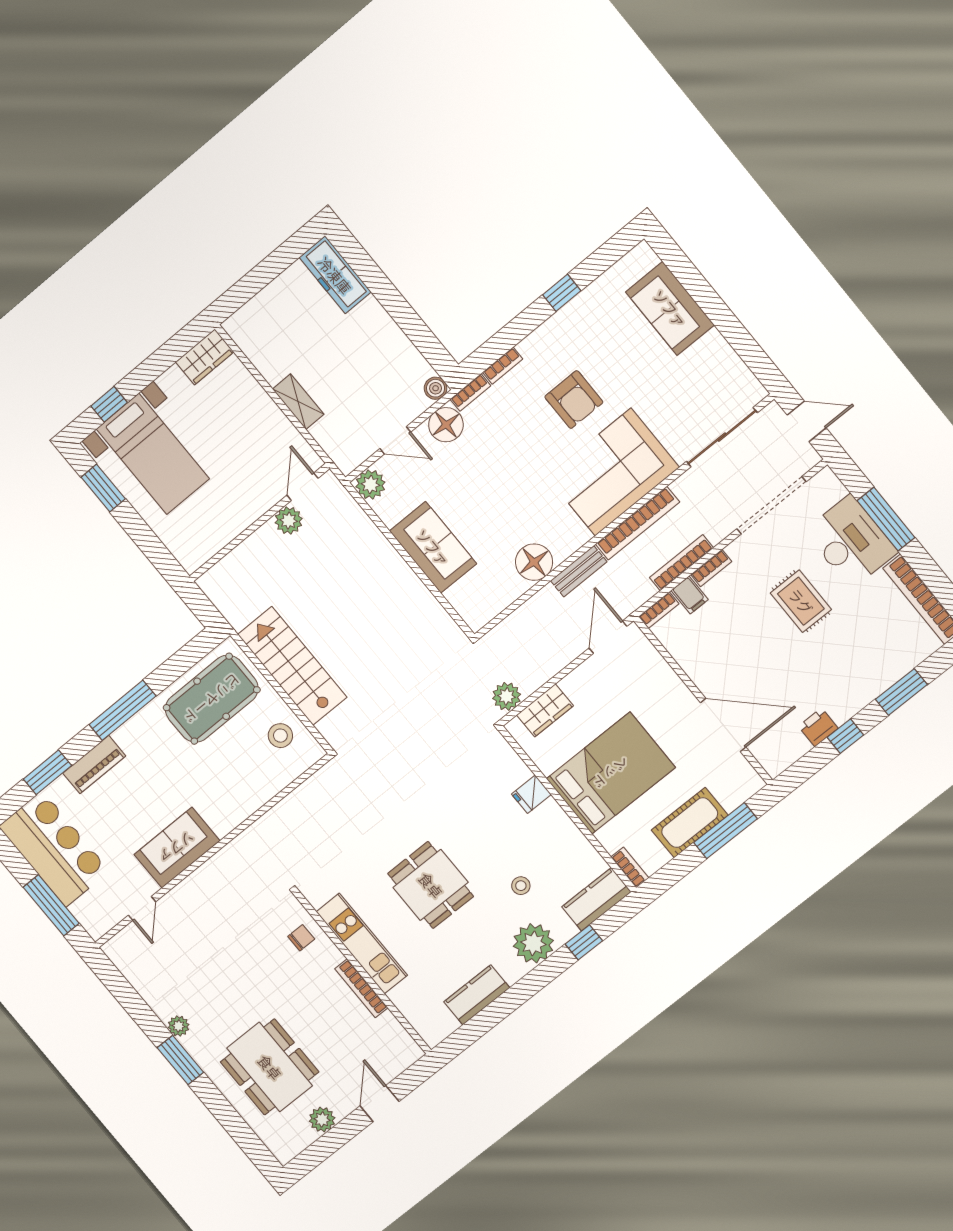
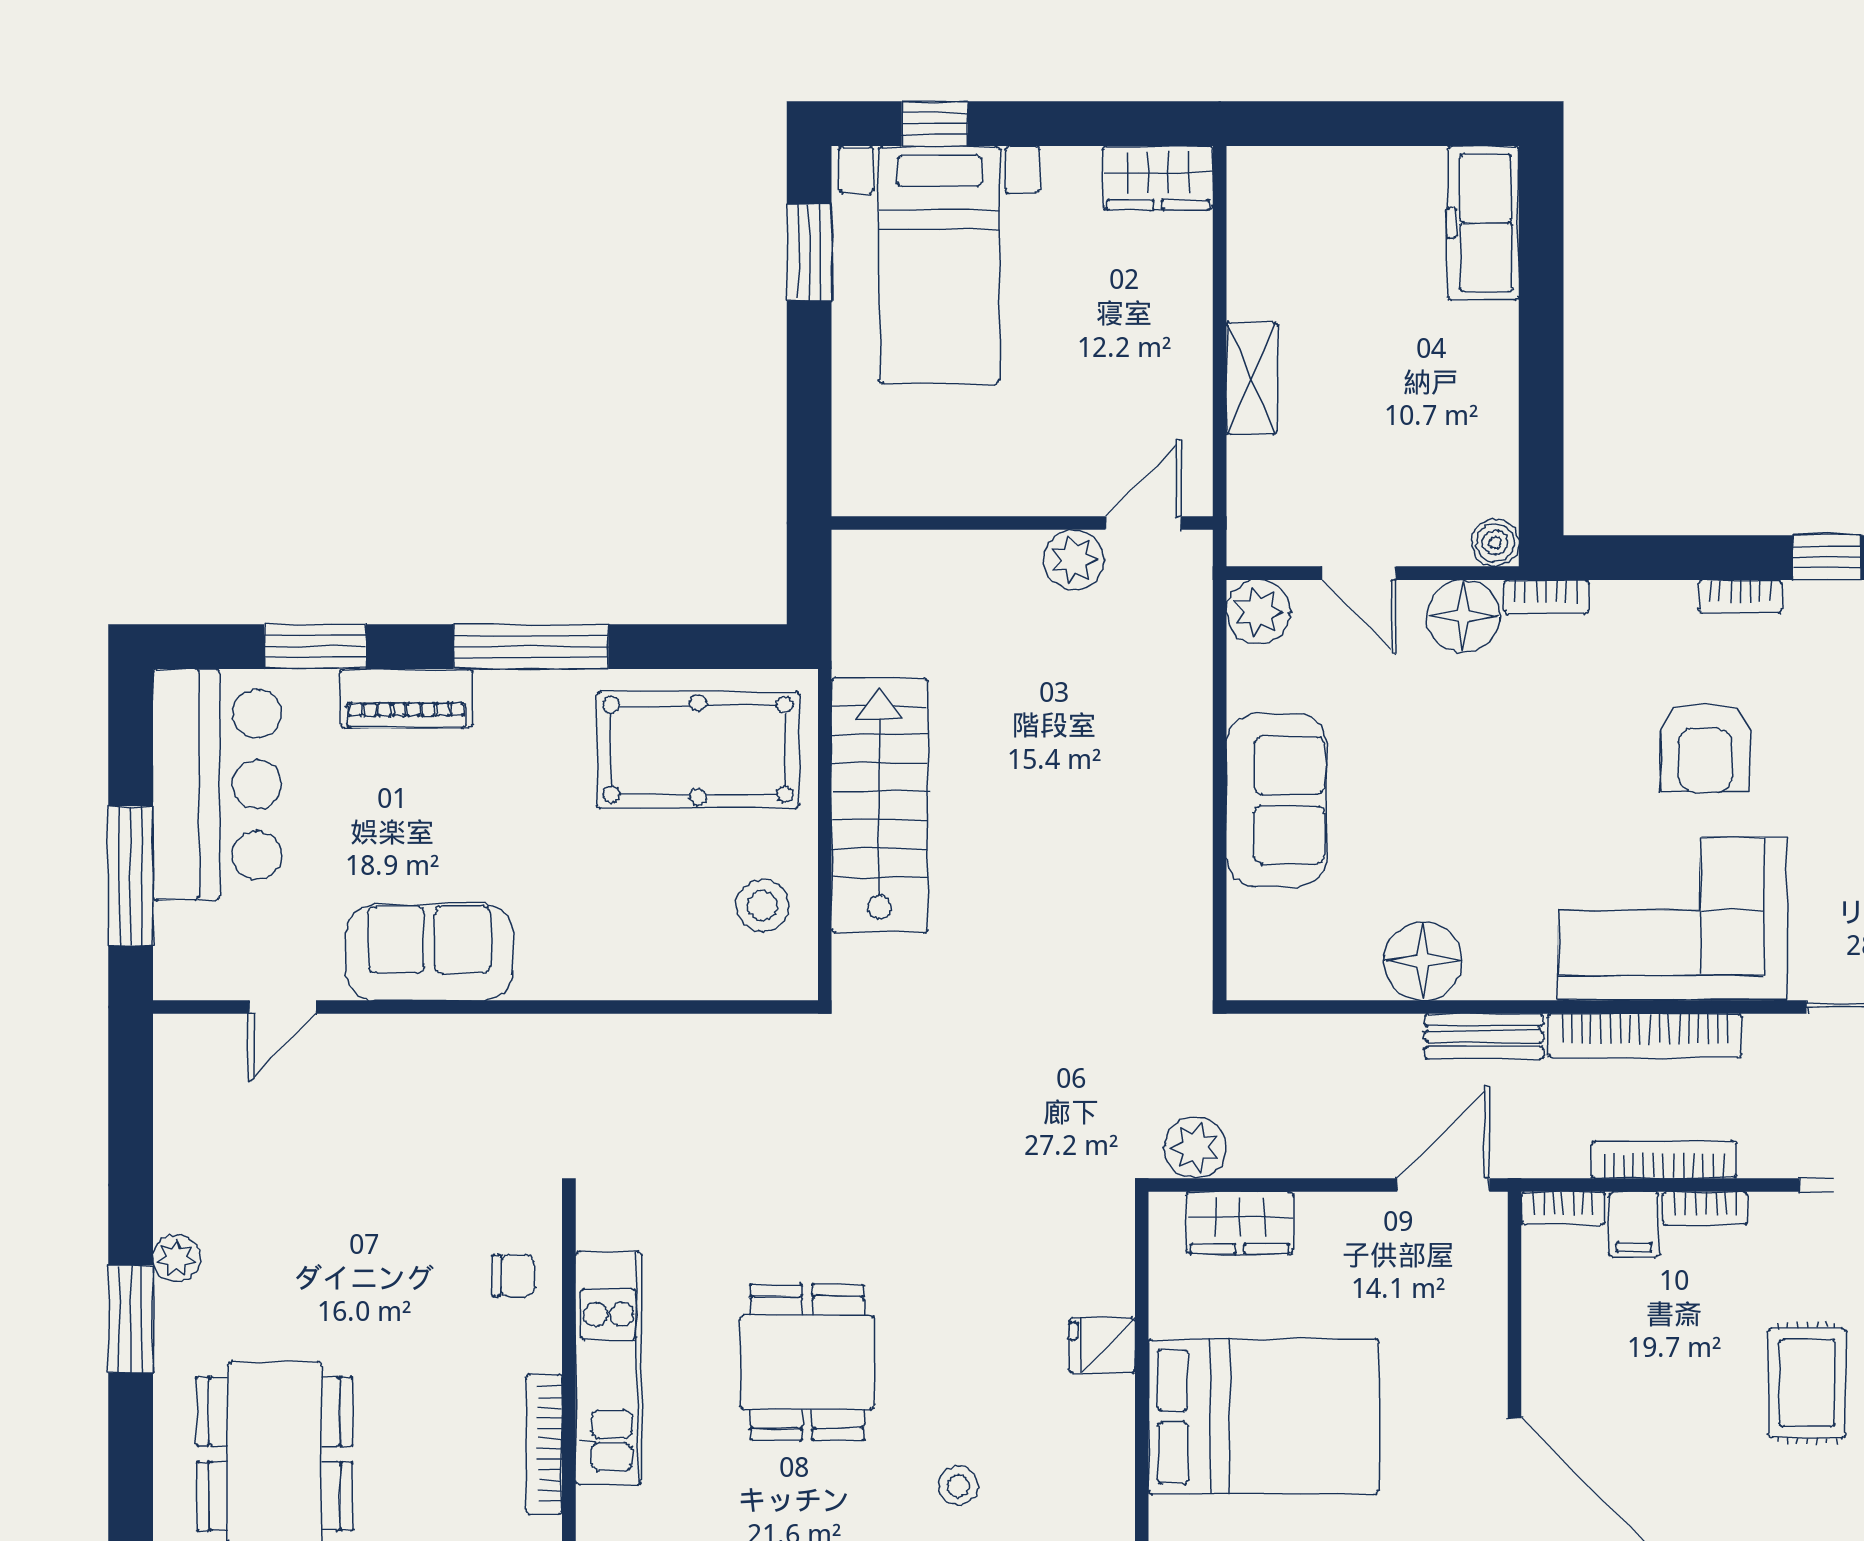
bookcase: (503, 366) -> (1740, 596), moved

